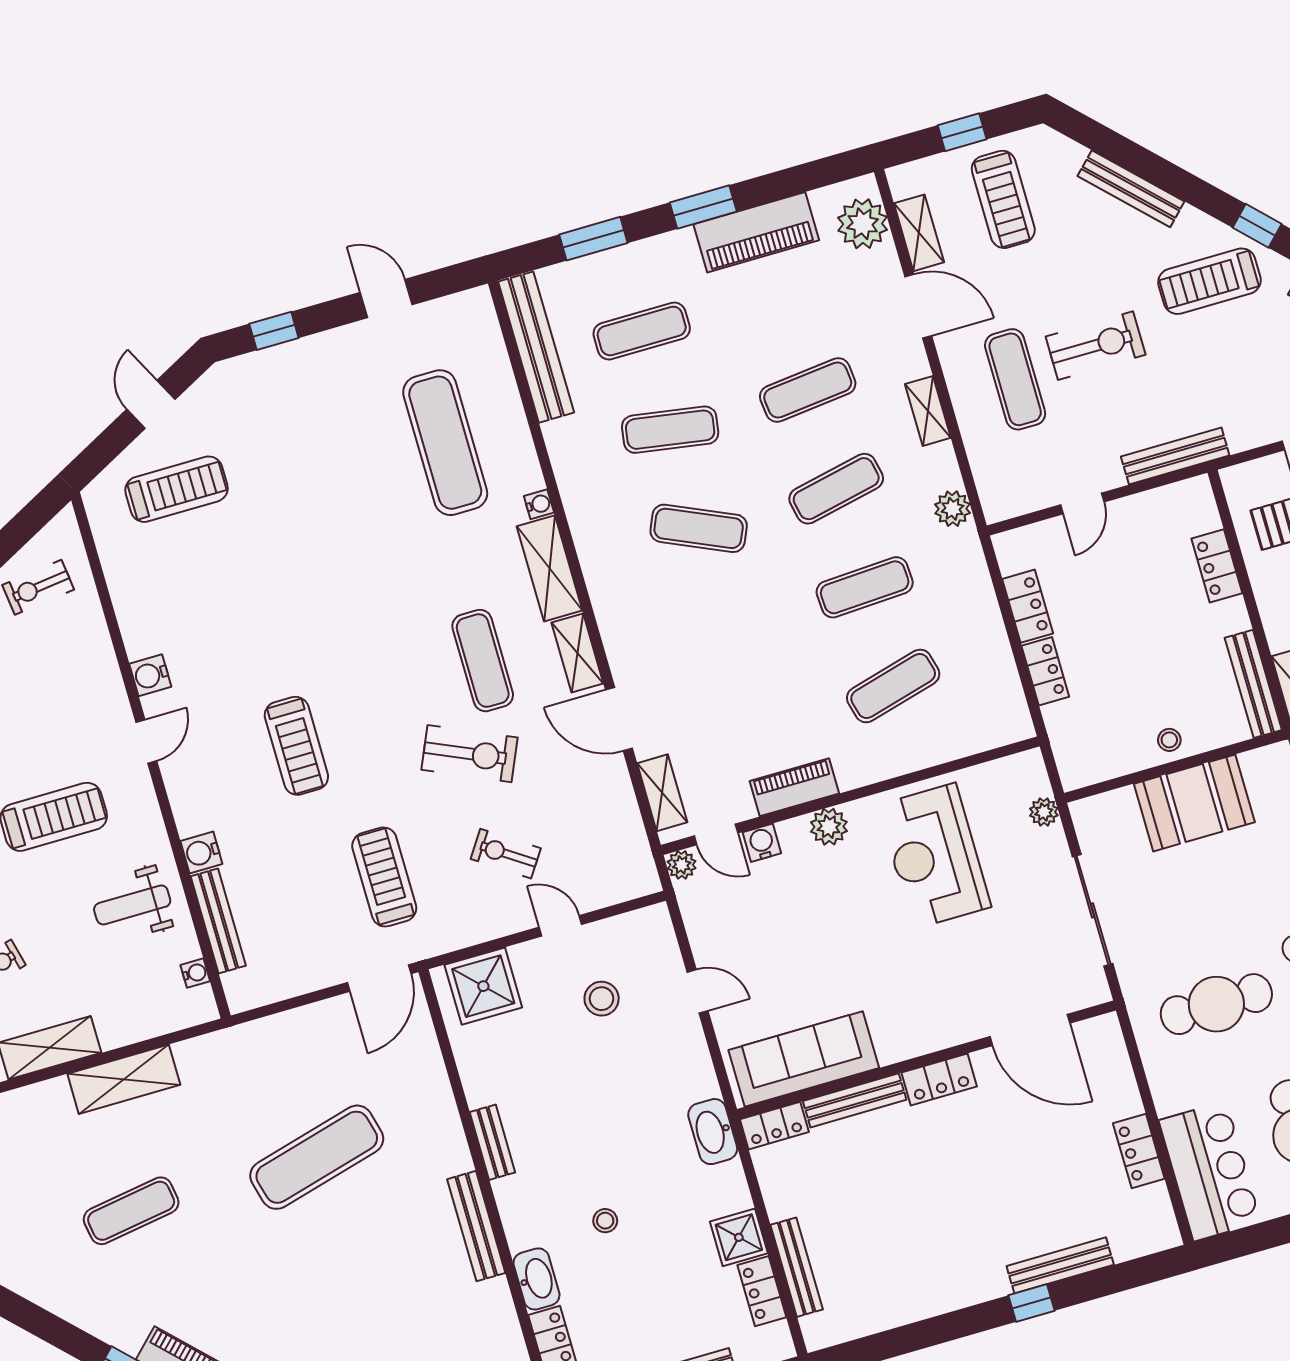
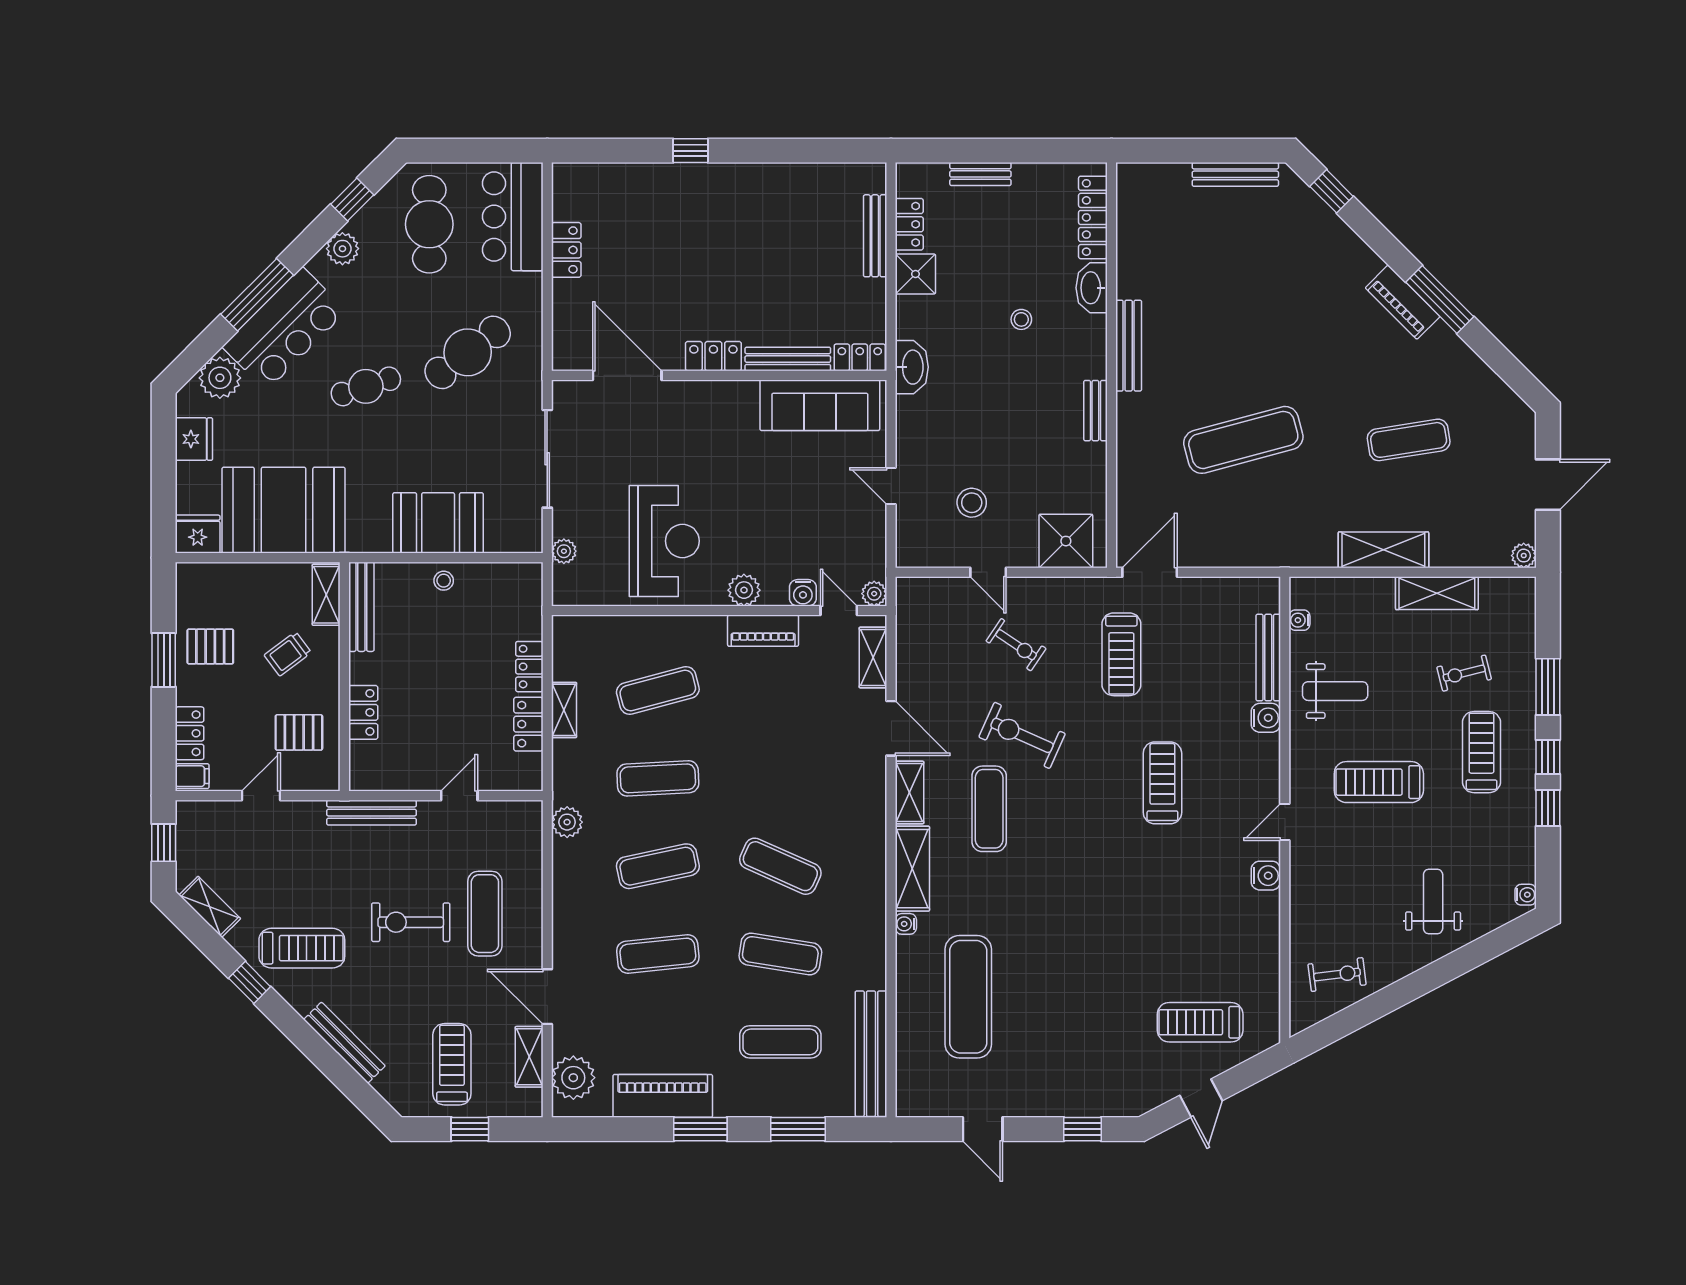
shelving: (928, 411) -> (564, 710), moved
cafe table: (1216, 1004) -> (468, 352), turned -37
bench: (1060, 1265) -> (658, 175), removed

